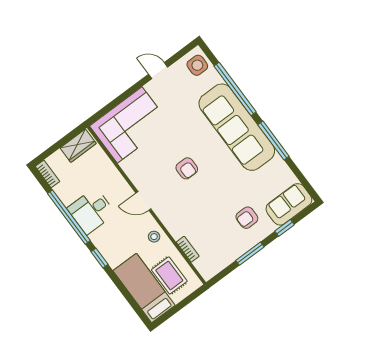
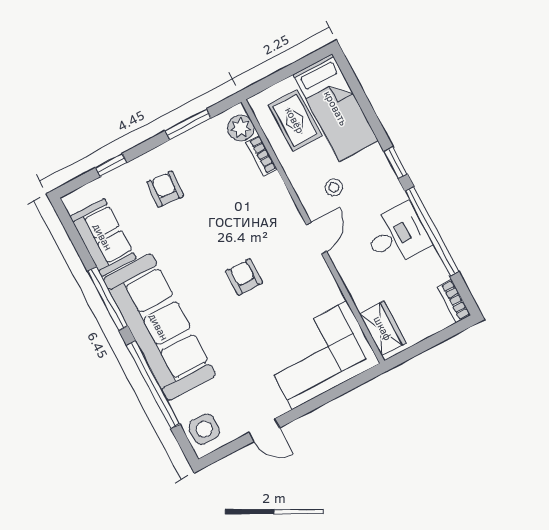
wardrobe: (78, 146) -> (383, 328), moved, turned 90
door: (143, 201) -> (316, 238), hinge flipped
sofa: (289, 204) -> (103, 237), moved, turned -90
armchair: (247, 218) -> (165, 189), turned -86
stool: (154, 237) -> (334, 187), moved
window: (250, 254) -> (188, 124), moved
plant: (204, 265) -> (241, 128), added

